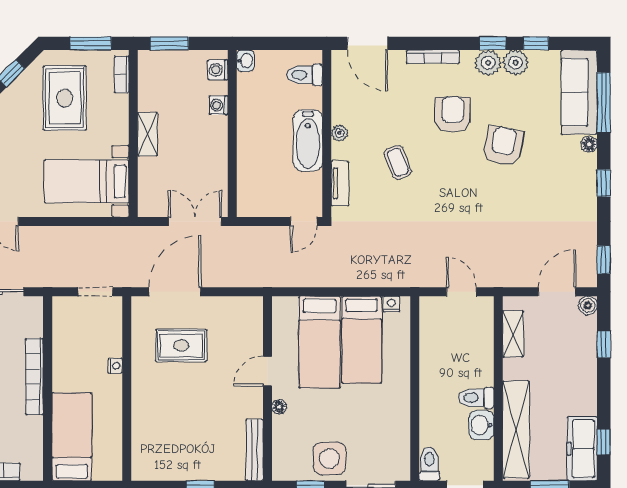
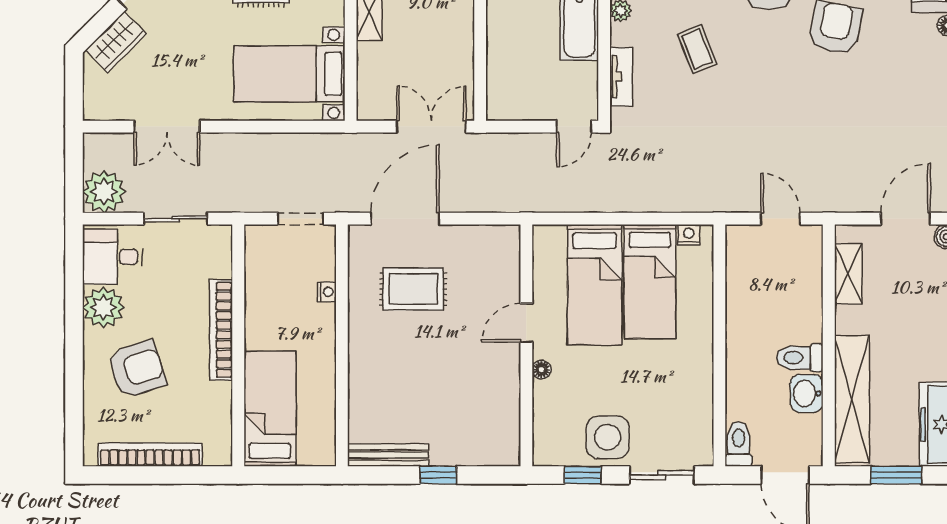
nightstand: (115, 366) -> (327, 292), moved
bench: (254, 450) -> (388, 455), moved, turned 90

